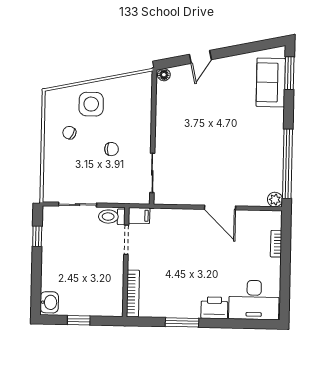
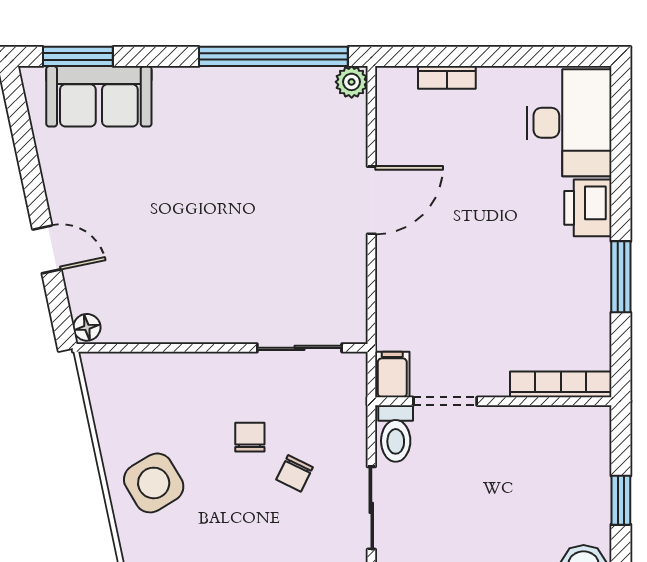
side table: (91, 104) -> (154, 483), turned -31
chair: (69, 133) -> (295, 473), moved

